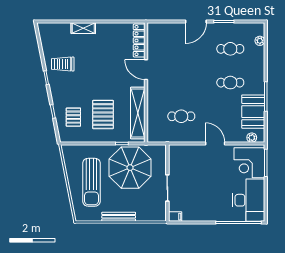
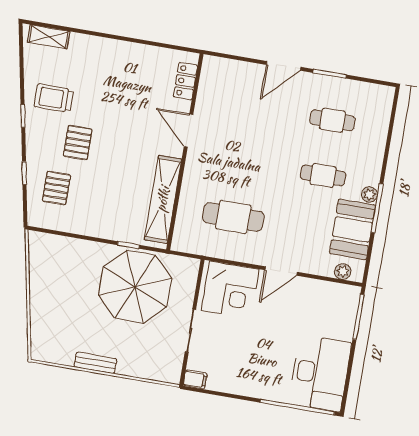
shelving: (83, 28) -> (49, 37), moved
locker: (139, 41) -> (185, 81), width x0.66
plant: (260, 41) -> (370, 195), moved
pallet: (103, 114) -> (78, 143), moved, width x0.67, depth x0.71
cafe table: (181, 116) -> (233, 217), width x1.37, depth x1.35
door: (215, 144) -> (281, 271), swing flipped
corner desk: (249, 163) -> (230, 290), moved, turned -90
sun lounger: (91, 182) -> (68, 300), removed
bench: (119, 217) -> (95, 363), width x0.73

